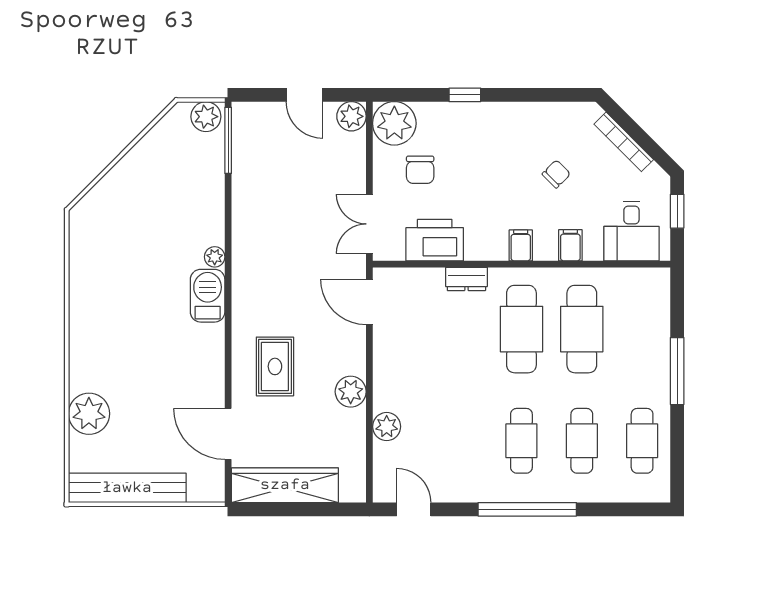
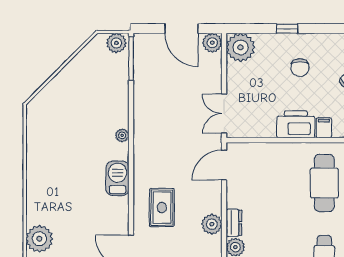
door: (304, 95) -> (181, 29), width x1.38
chair: (420, 170) -> (300, 68), moved
printer: (435, 240) -> (296, 124), moved
dresser: (466, 279) -> (234, 223), moved, turned -90
barbecue: (208, 296) -> (118, 178), moved
door: (369, 302) -> (224, 165), hinge flipped

